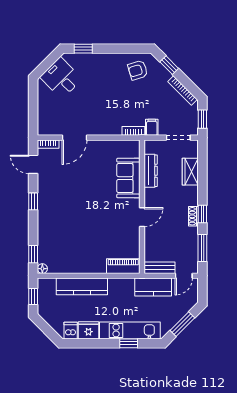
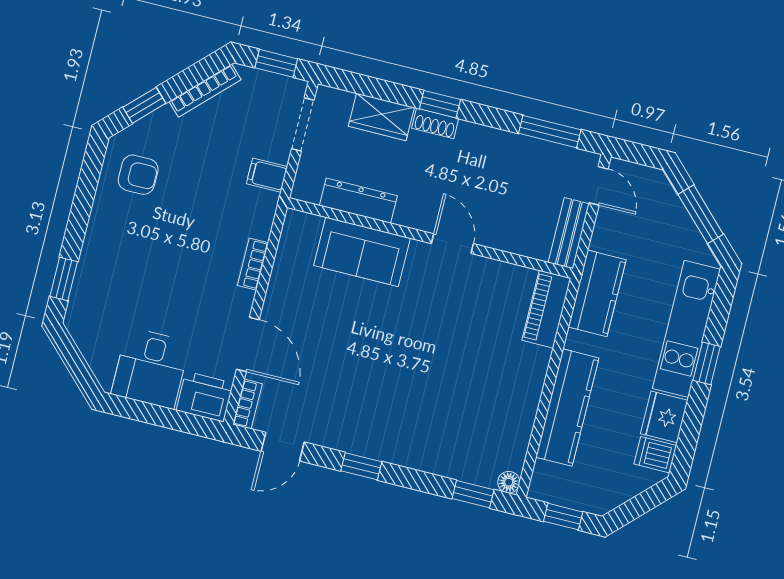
armchair: (138, 70) -> (138, 175), turned -73
desk: (61, 78) -> (151, 368), moved, turned -45
printer: (47, 124) -> (205, 397), added
bookcase: (133, 131) -> (253, 264), moved
window: (202, 214) -> (440, 104), moved
shoe rack: (193, 216) -> (435, 123), moved
kitchen counter: (153, 287) -> (597, 293), moved
window: (129, 343) -> (707, 363), moved

